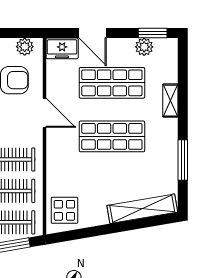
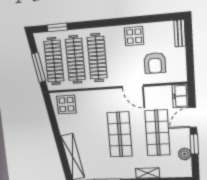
window: (153, 33) -> (194, 144), moved
plant: (25, 47) -> (180, 69), removed
door: (44, 113) -> (133, 86), hinge flipped

